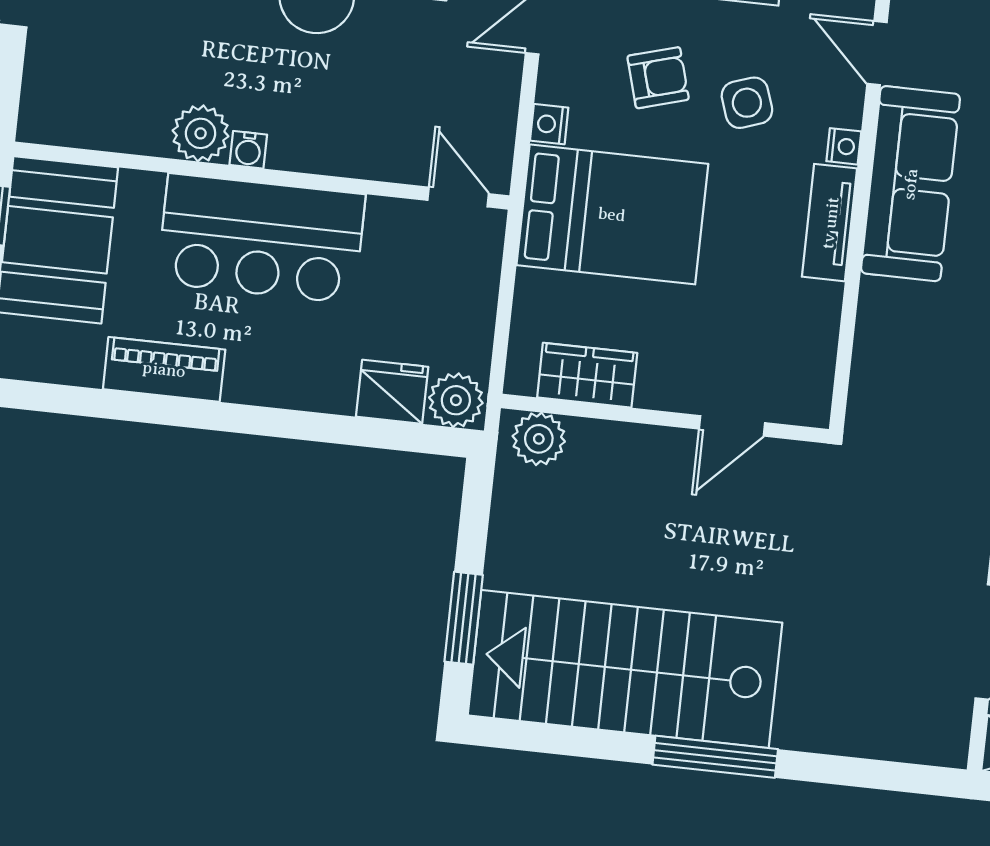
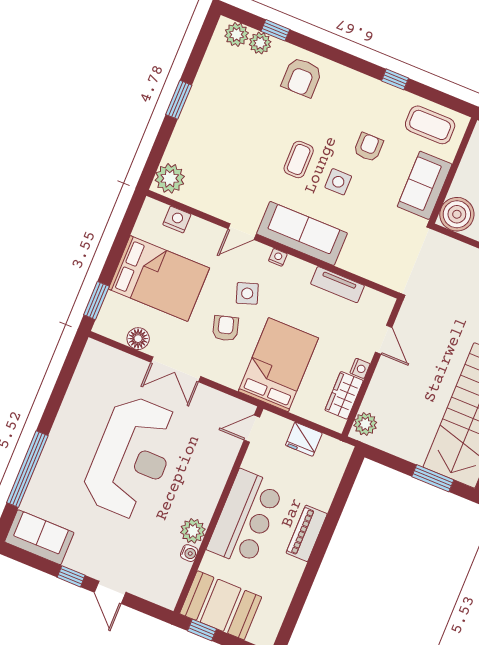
nightstand: (549, 124) -> (360, 368), moved, turned -90
water cooler: (248, 150) -> (189, 553), moved
tv unit: (830, 223) -> (337, 285), moved
piano: (164, 369) -> (307, 533), moved
fridge: (392, 392) -> (304, 439), moved, turned -90
plant: (456, 400) -> (339, 455), removed

